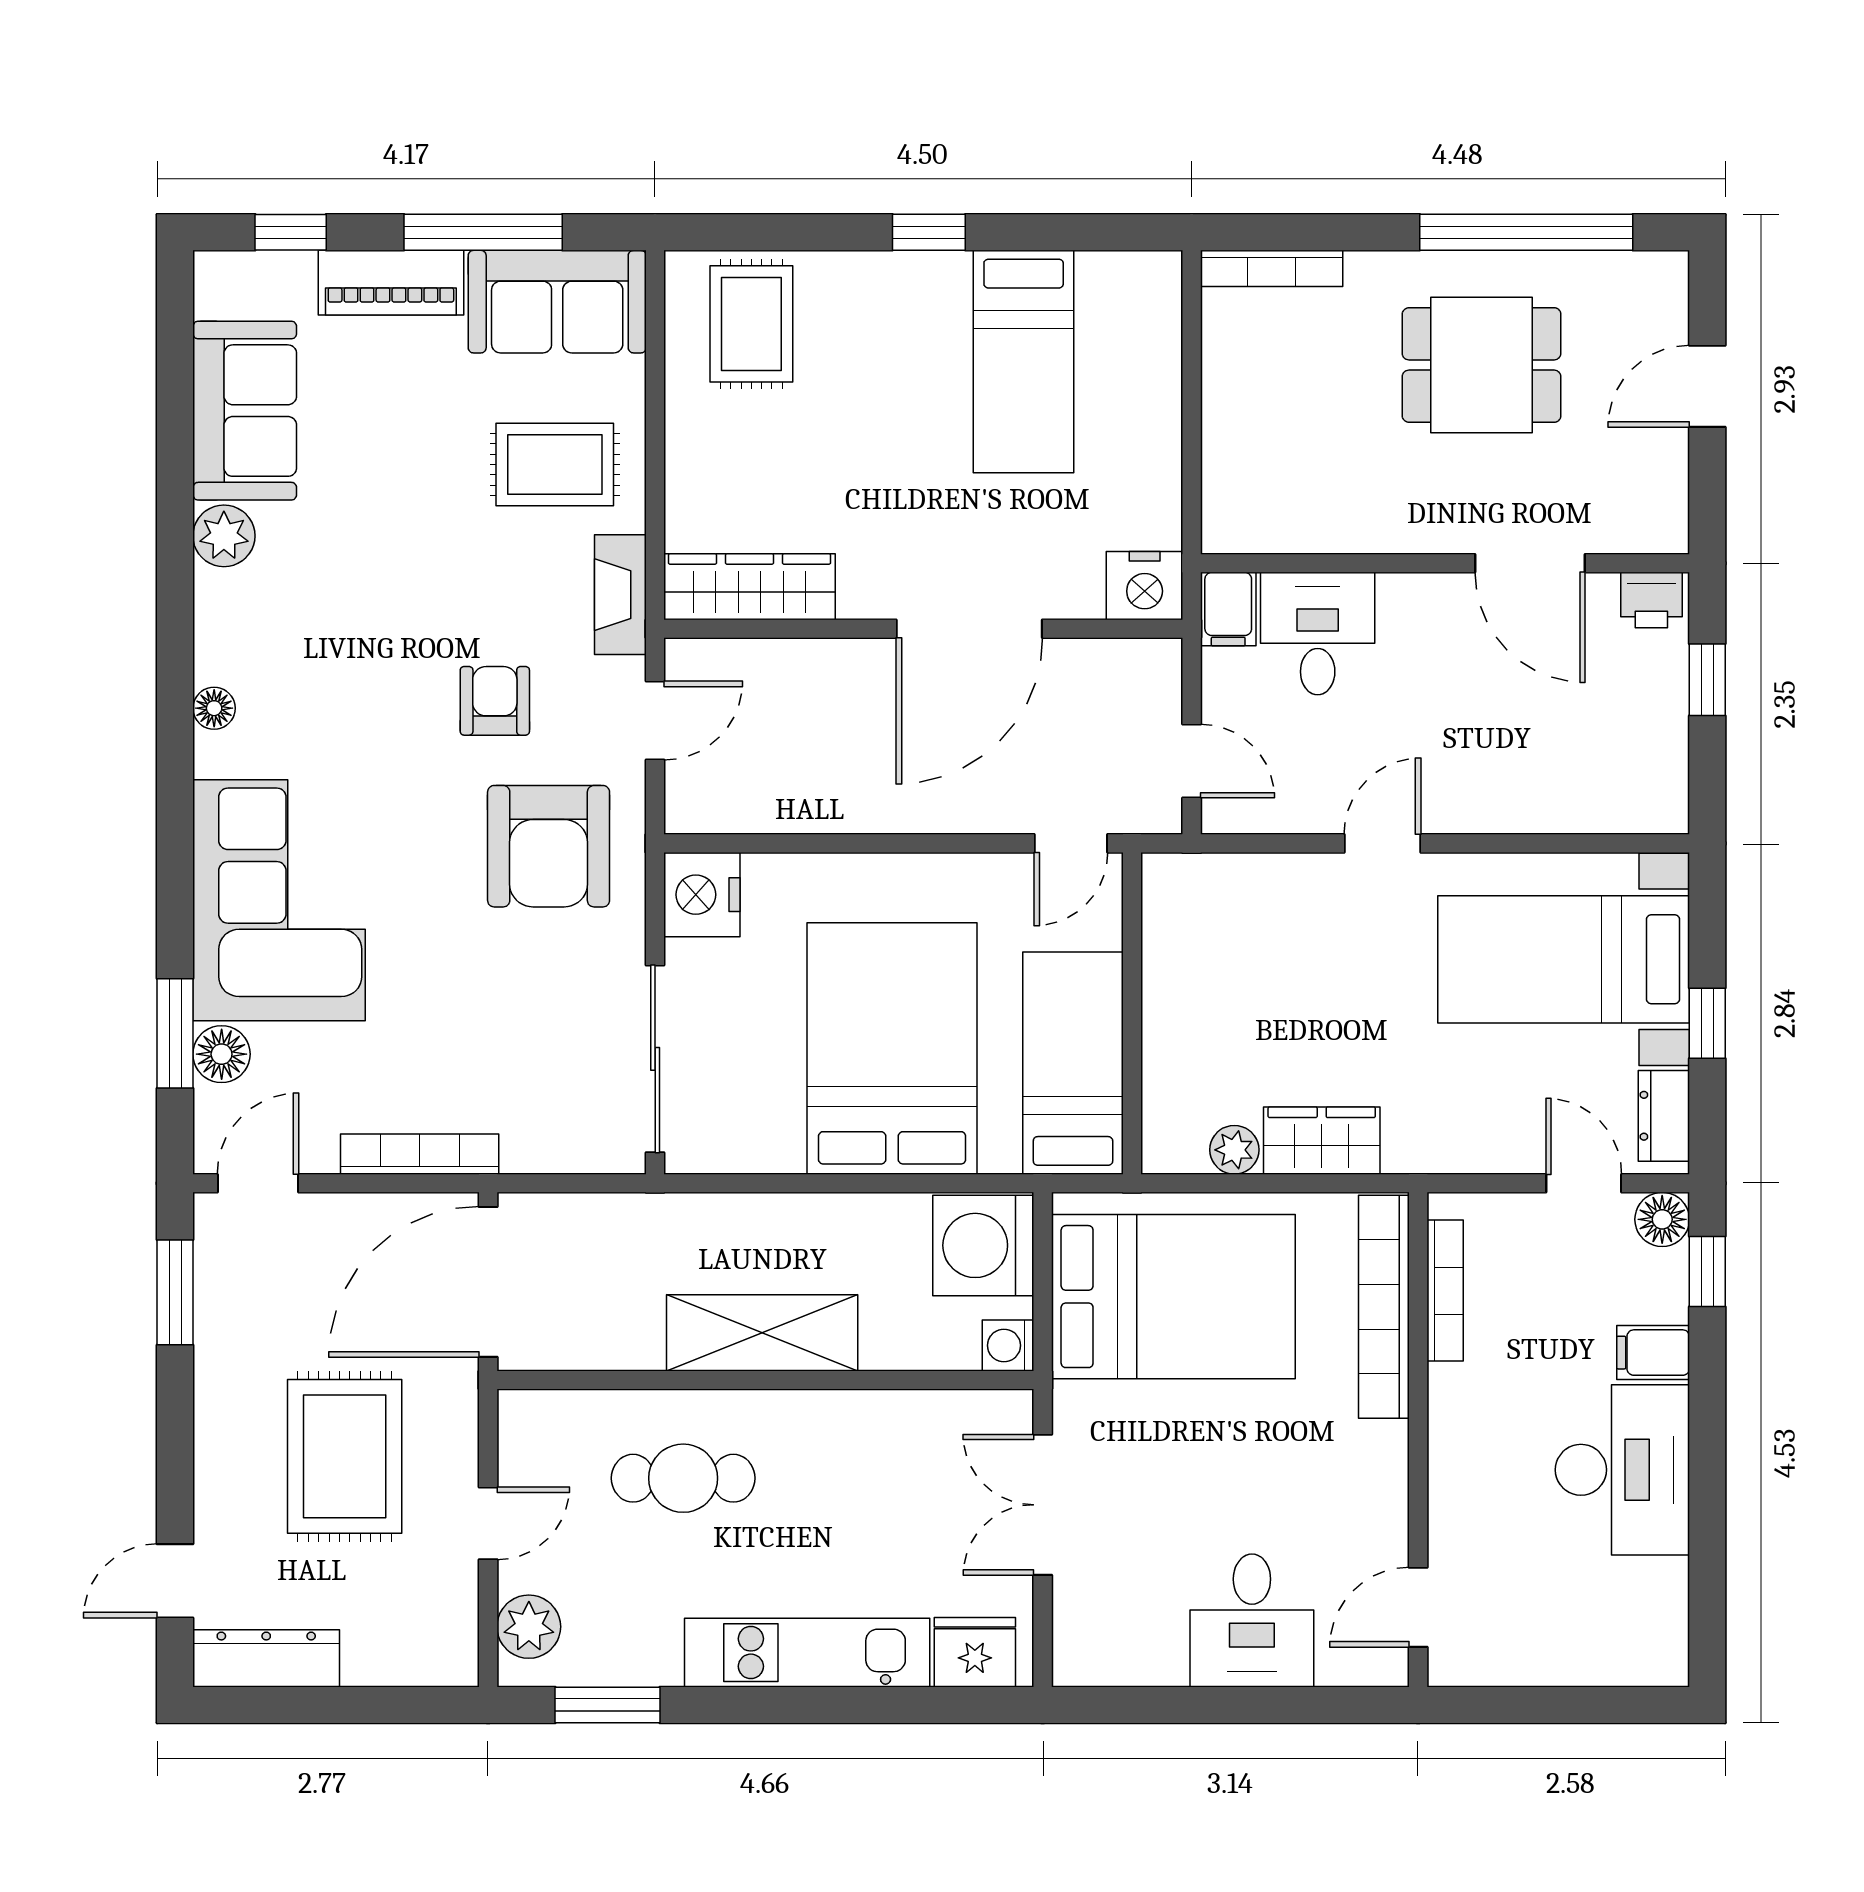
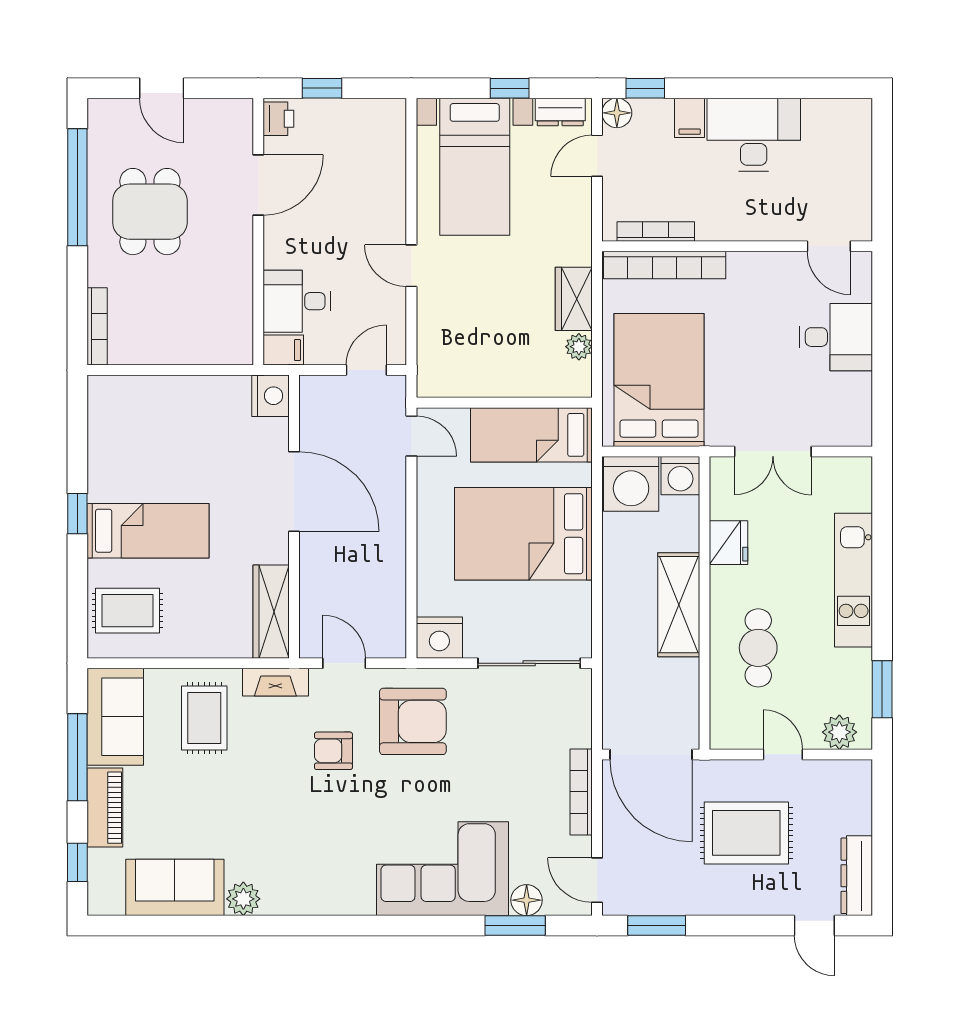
bed: (1024, 362) -> (148, 531), moved
floor lamp: (214, 708) -> (337, 904), removed
washing machine: (1008, 1345) -> (680, 476), width x1.38, depth x1.38
fridge: (975, 1652) -> (729, 543), moved, turned 180

